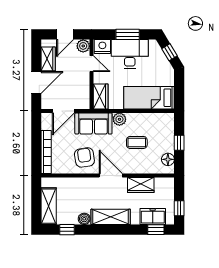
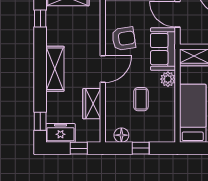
window: (179, 208) -> (79, 148), moved
freezer: (153, 216) -> (60, 133), moved, turned -90
boiler: (84, 219) -> (53, 38), removed

